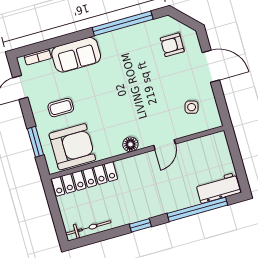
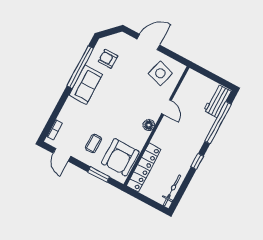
armchair: (172, 45) -> (108, 59), moved, turned 90
sofa: (76, 55) -> (86, 85), moved
side table: (192, 107) -> (160, 73), width x1.87, depth x1.87
armchair: (72, 147) -> (120, 157), turned 180

